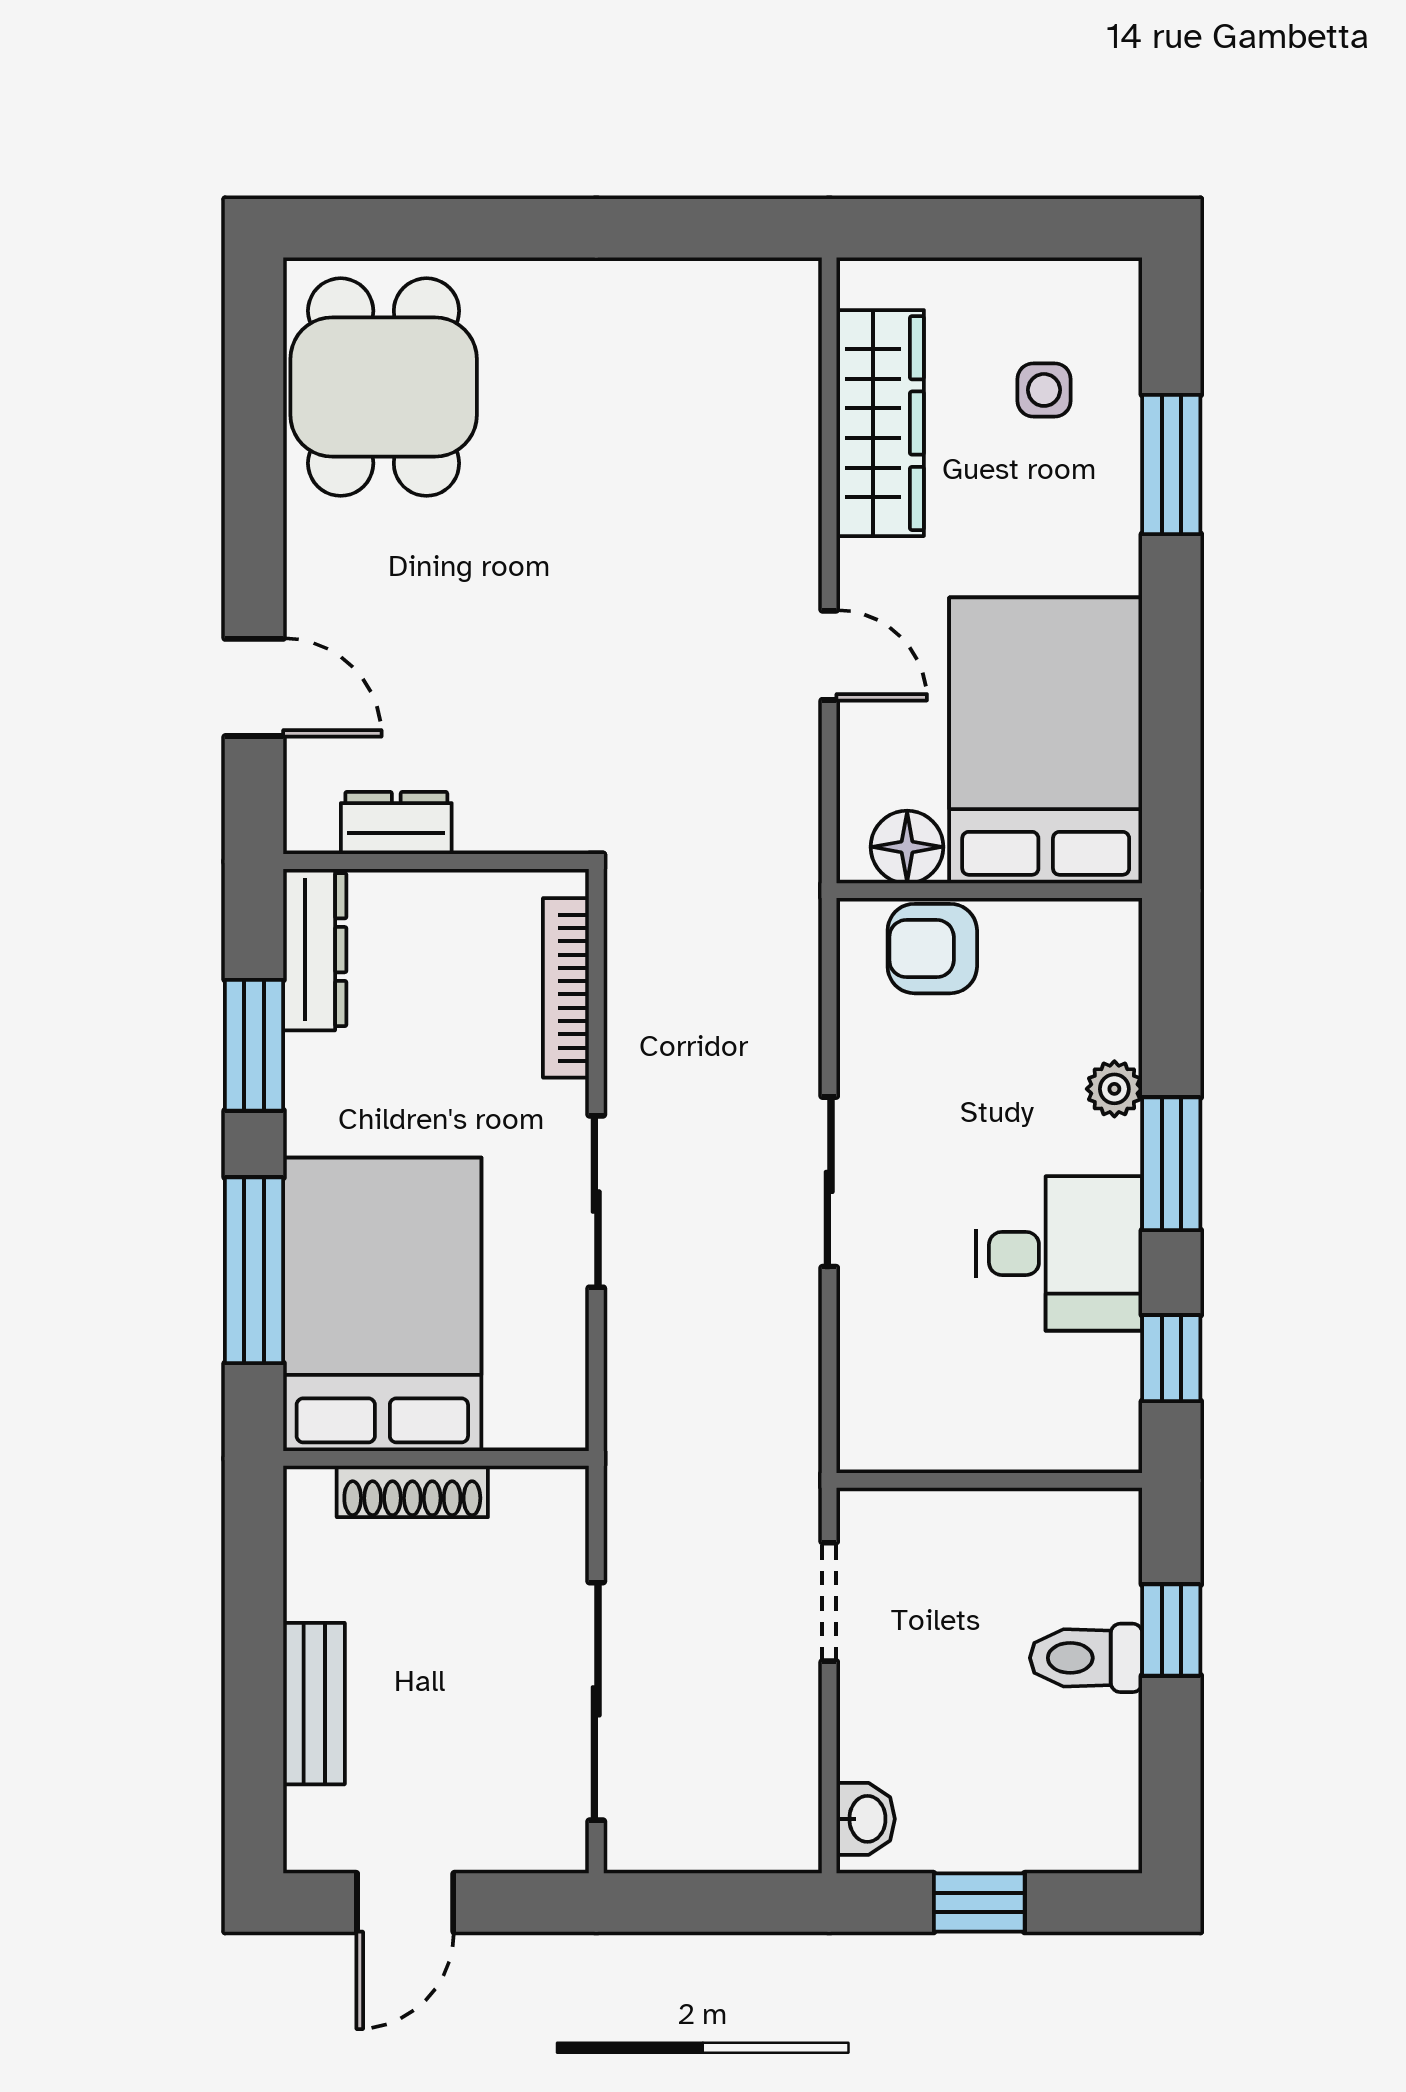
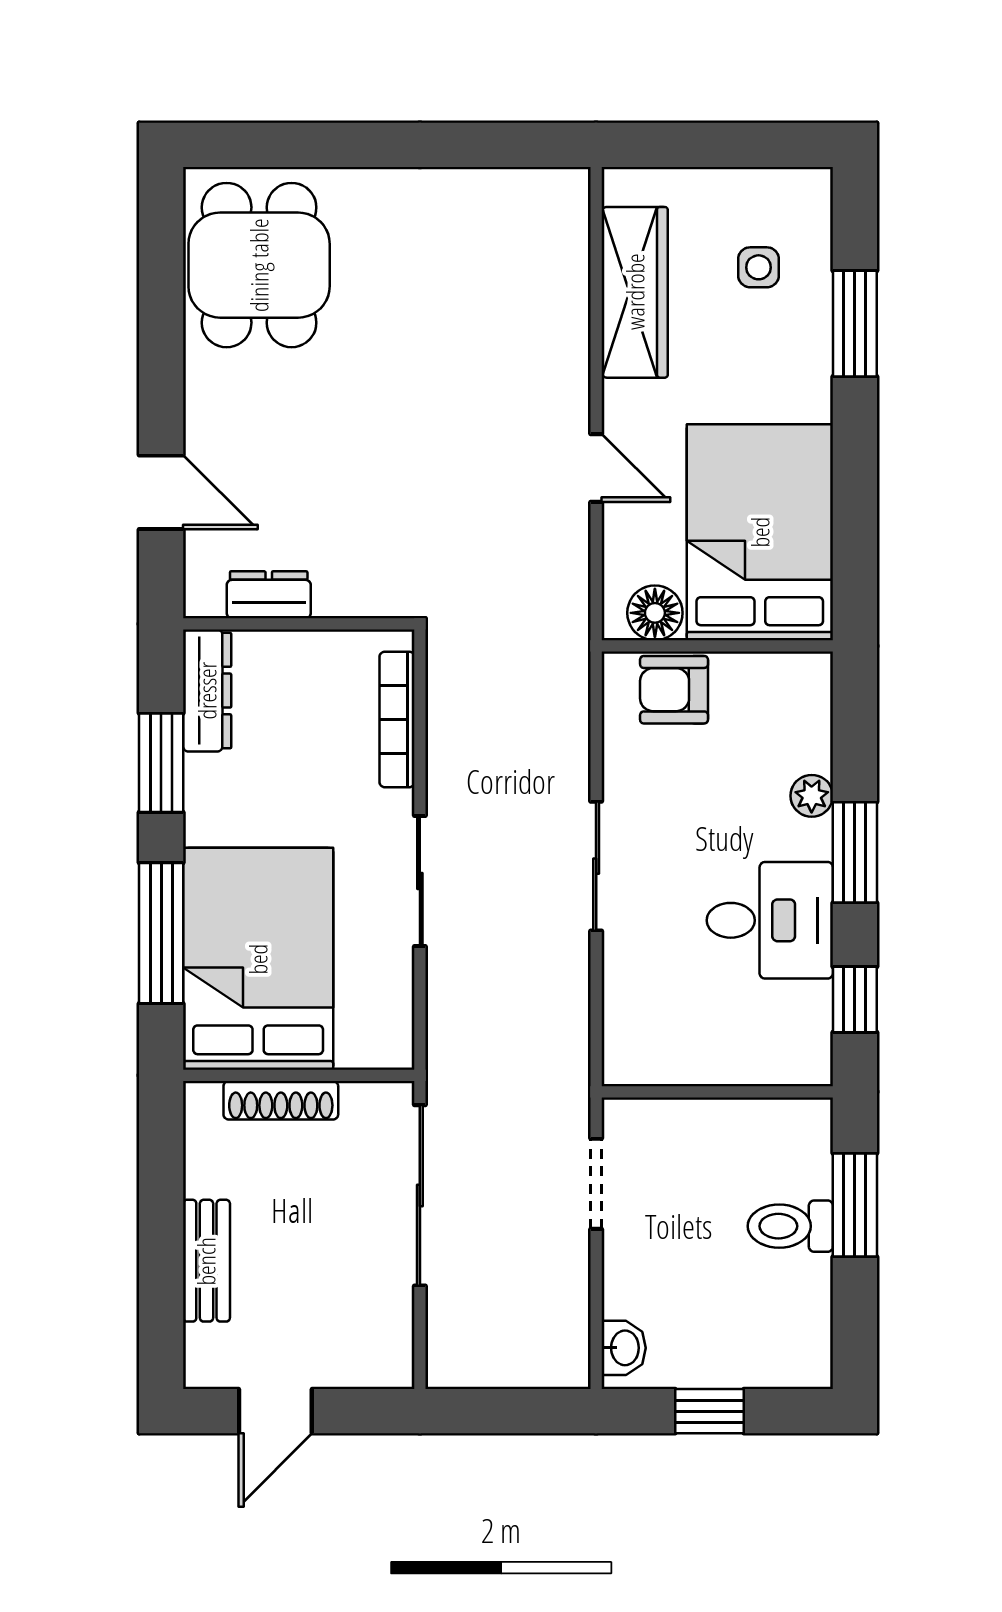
window: (1171, 1630) -> (855, 1205), width x1.50
sliding door: (596, 1701) -> (420, 1195), moved

